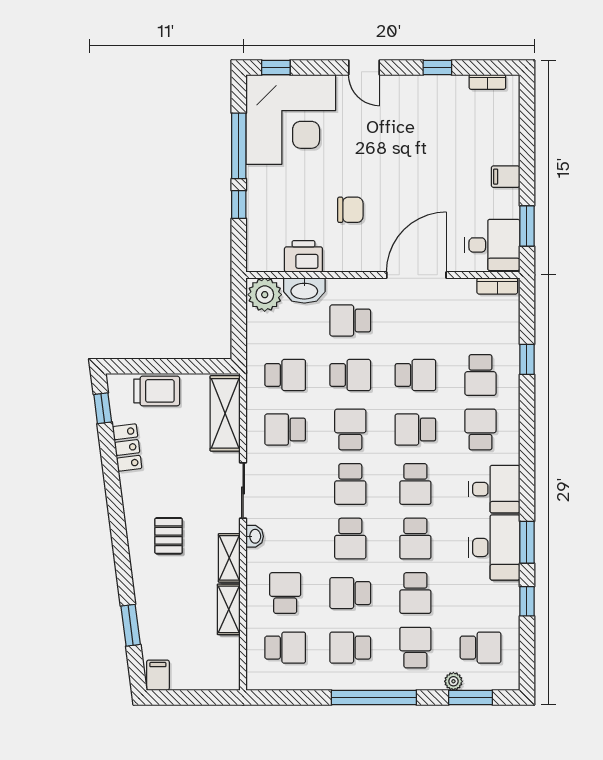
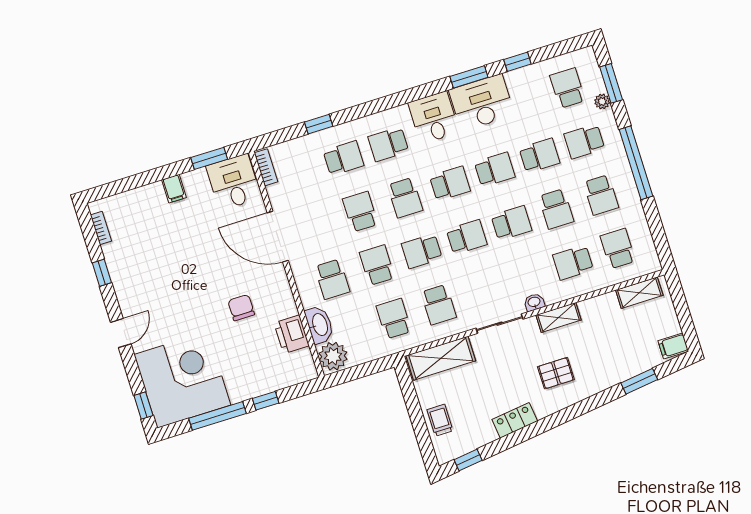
trolley: (157, 391) -> (440, 420), width x0.73, depth x0.72
locker: (127, 448) -> (515, 420), moved
shelving: (229, 609) -> (639, 293), moved

